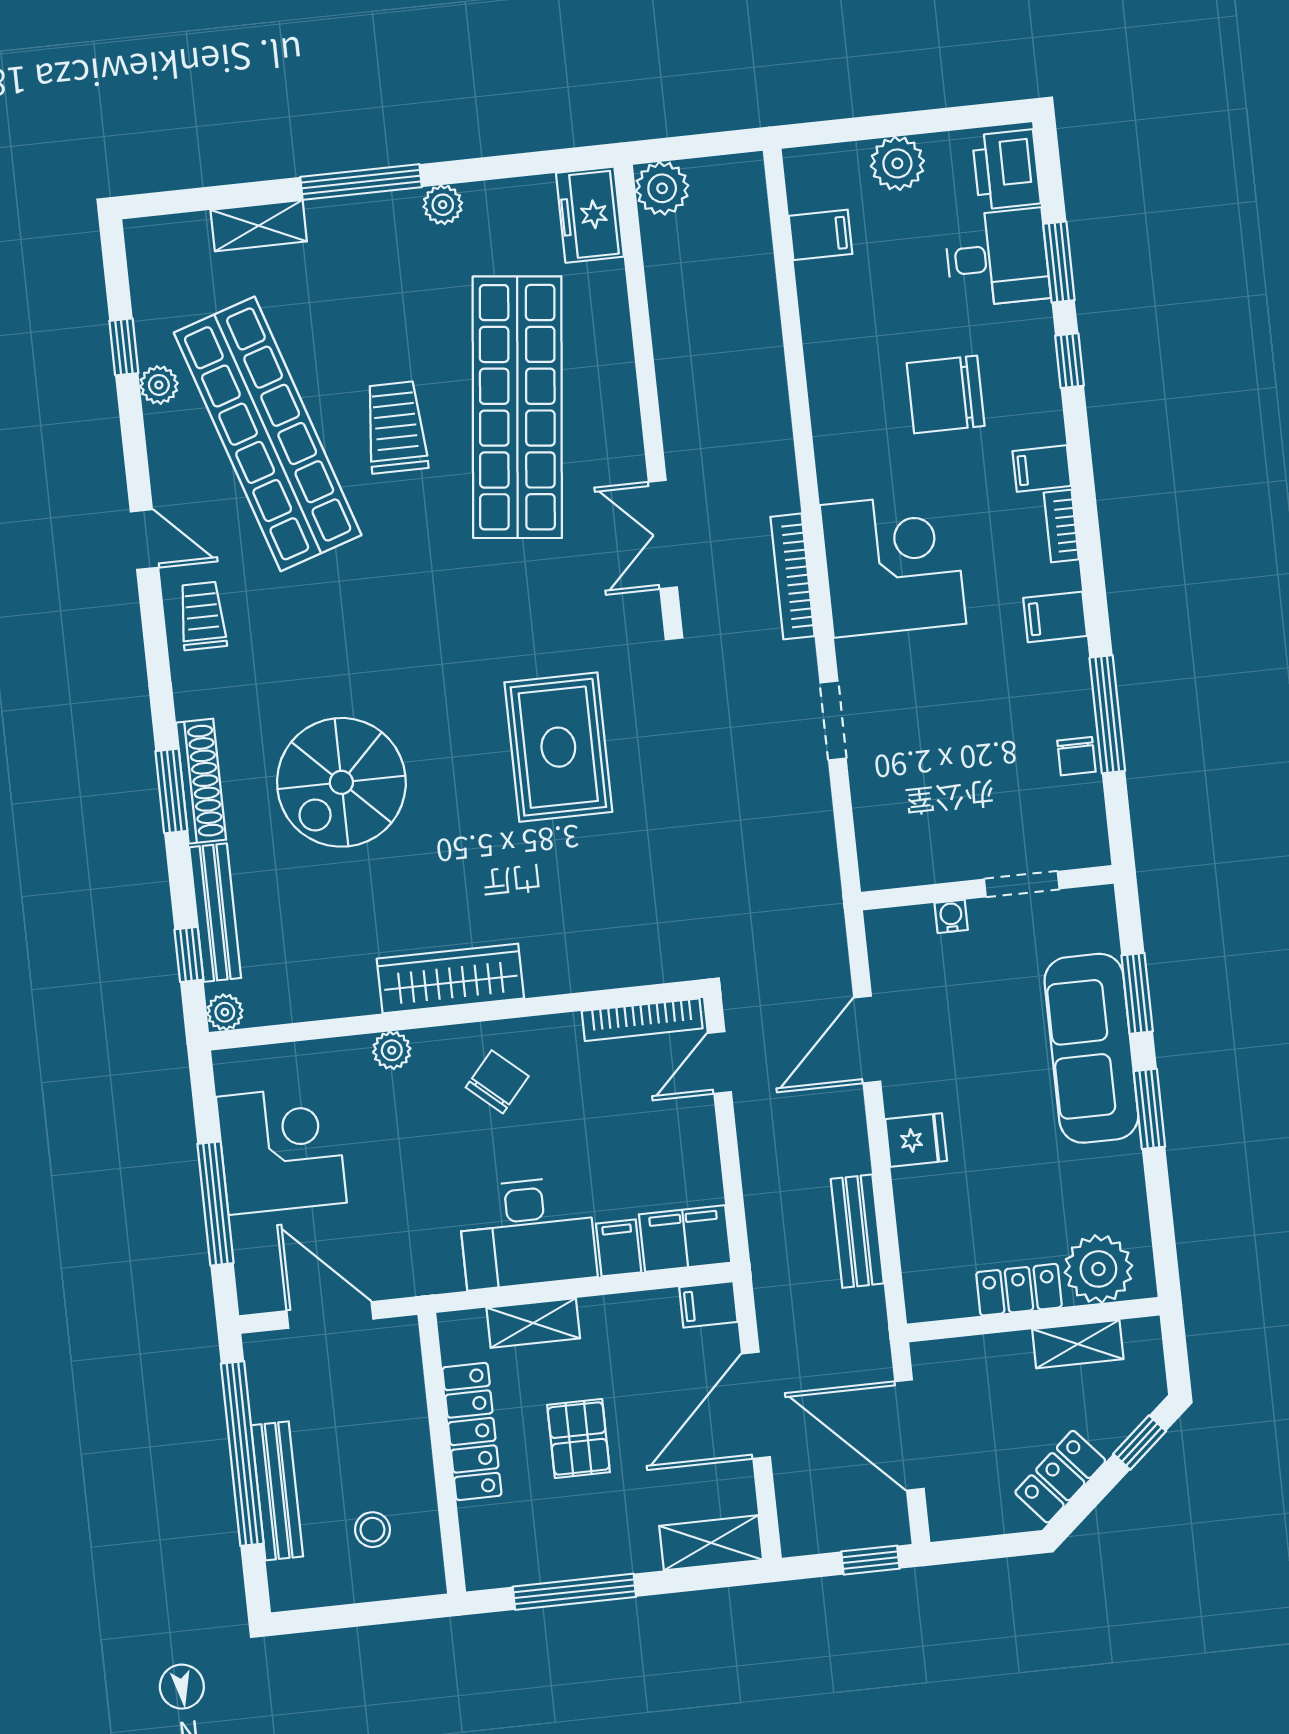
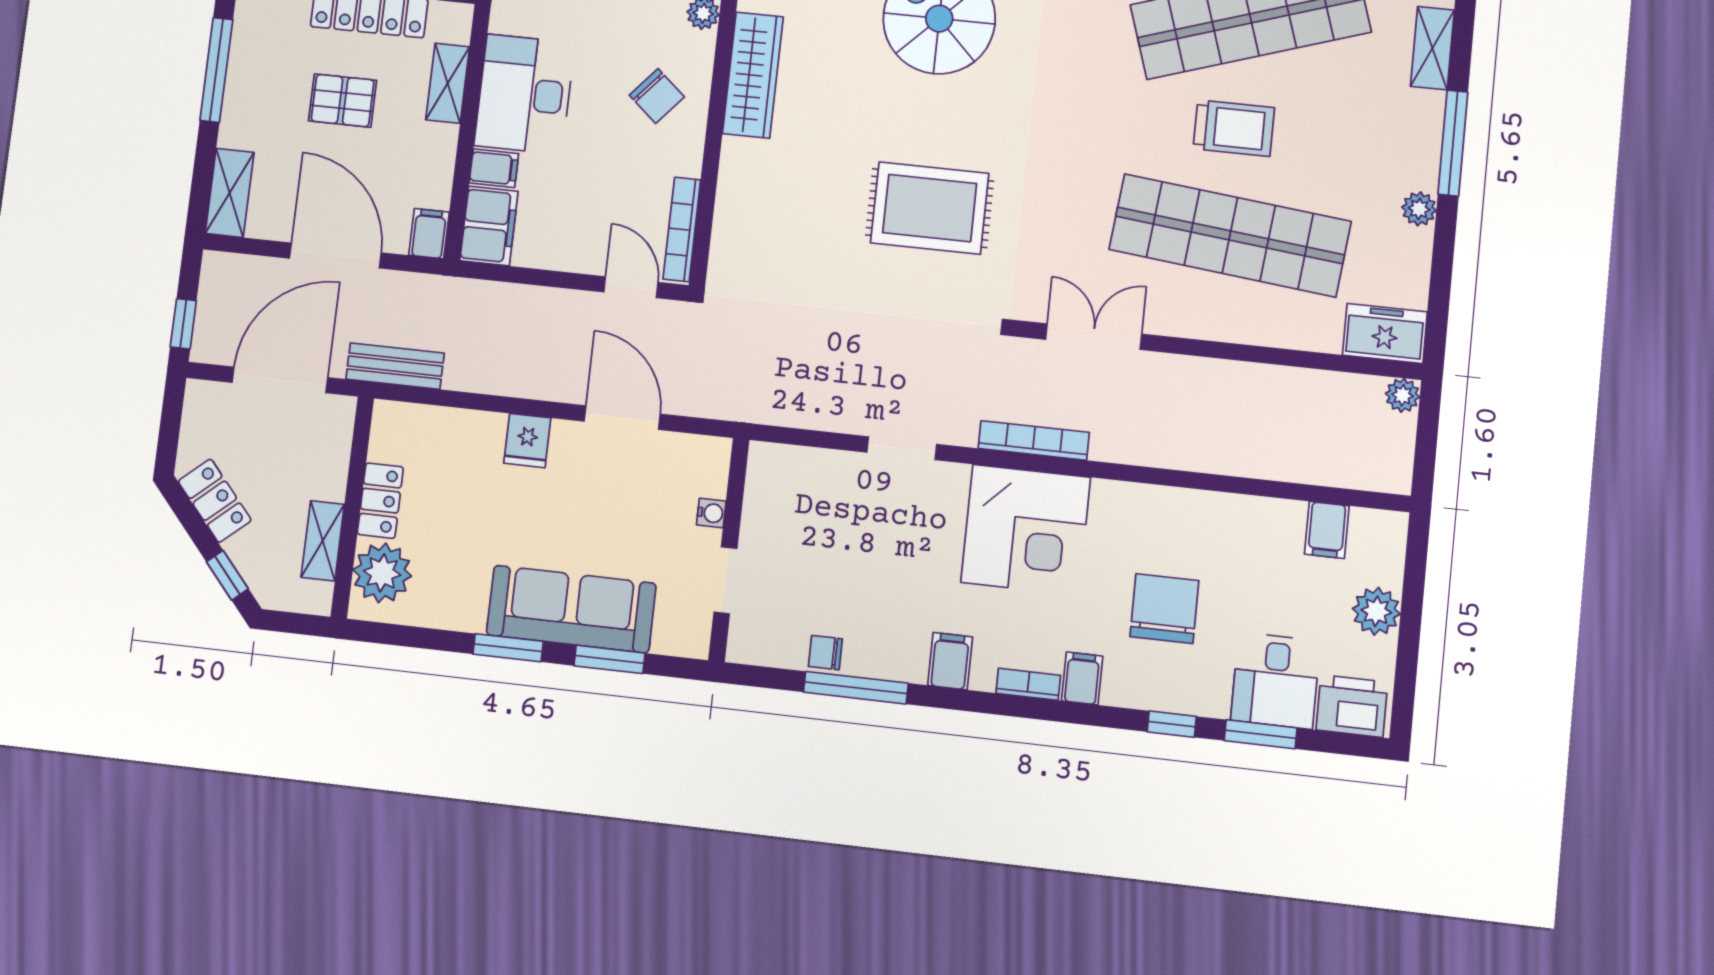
plant: (662, 188) -> (1403, 395), width x0.73, depth x0.73
bench: (857, 1231) -> (395, 366), moved

